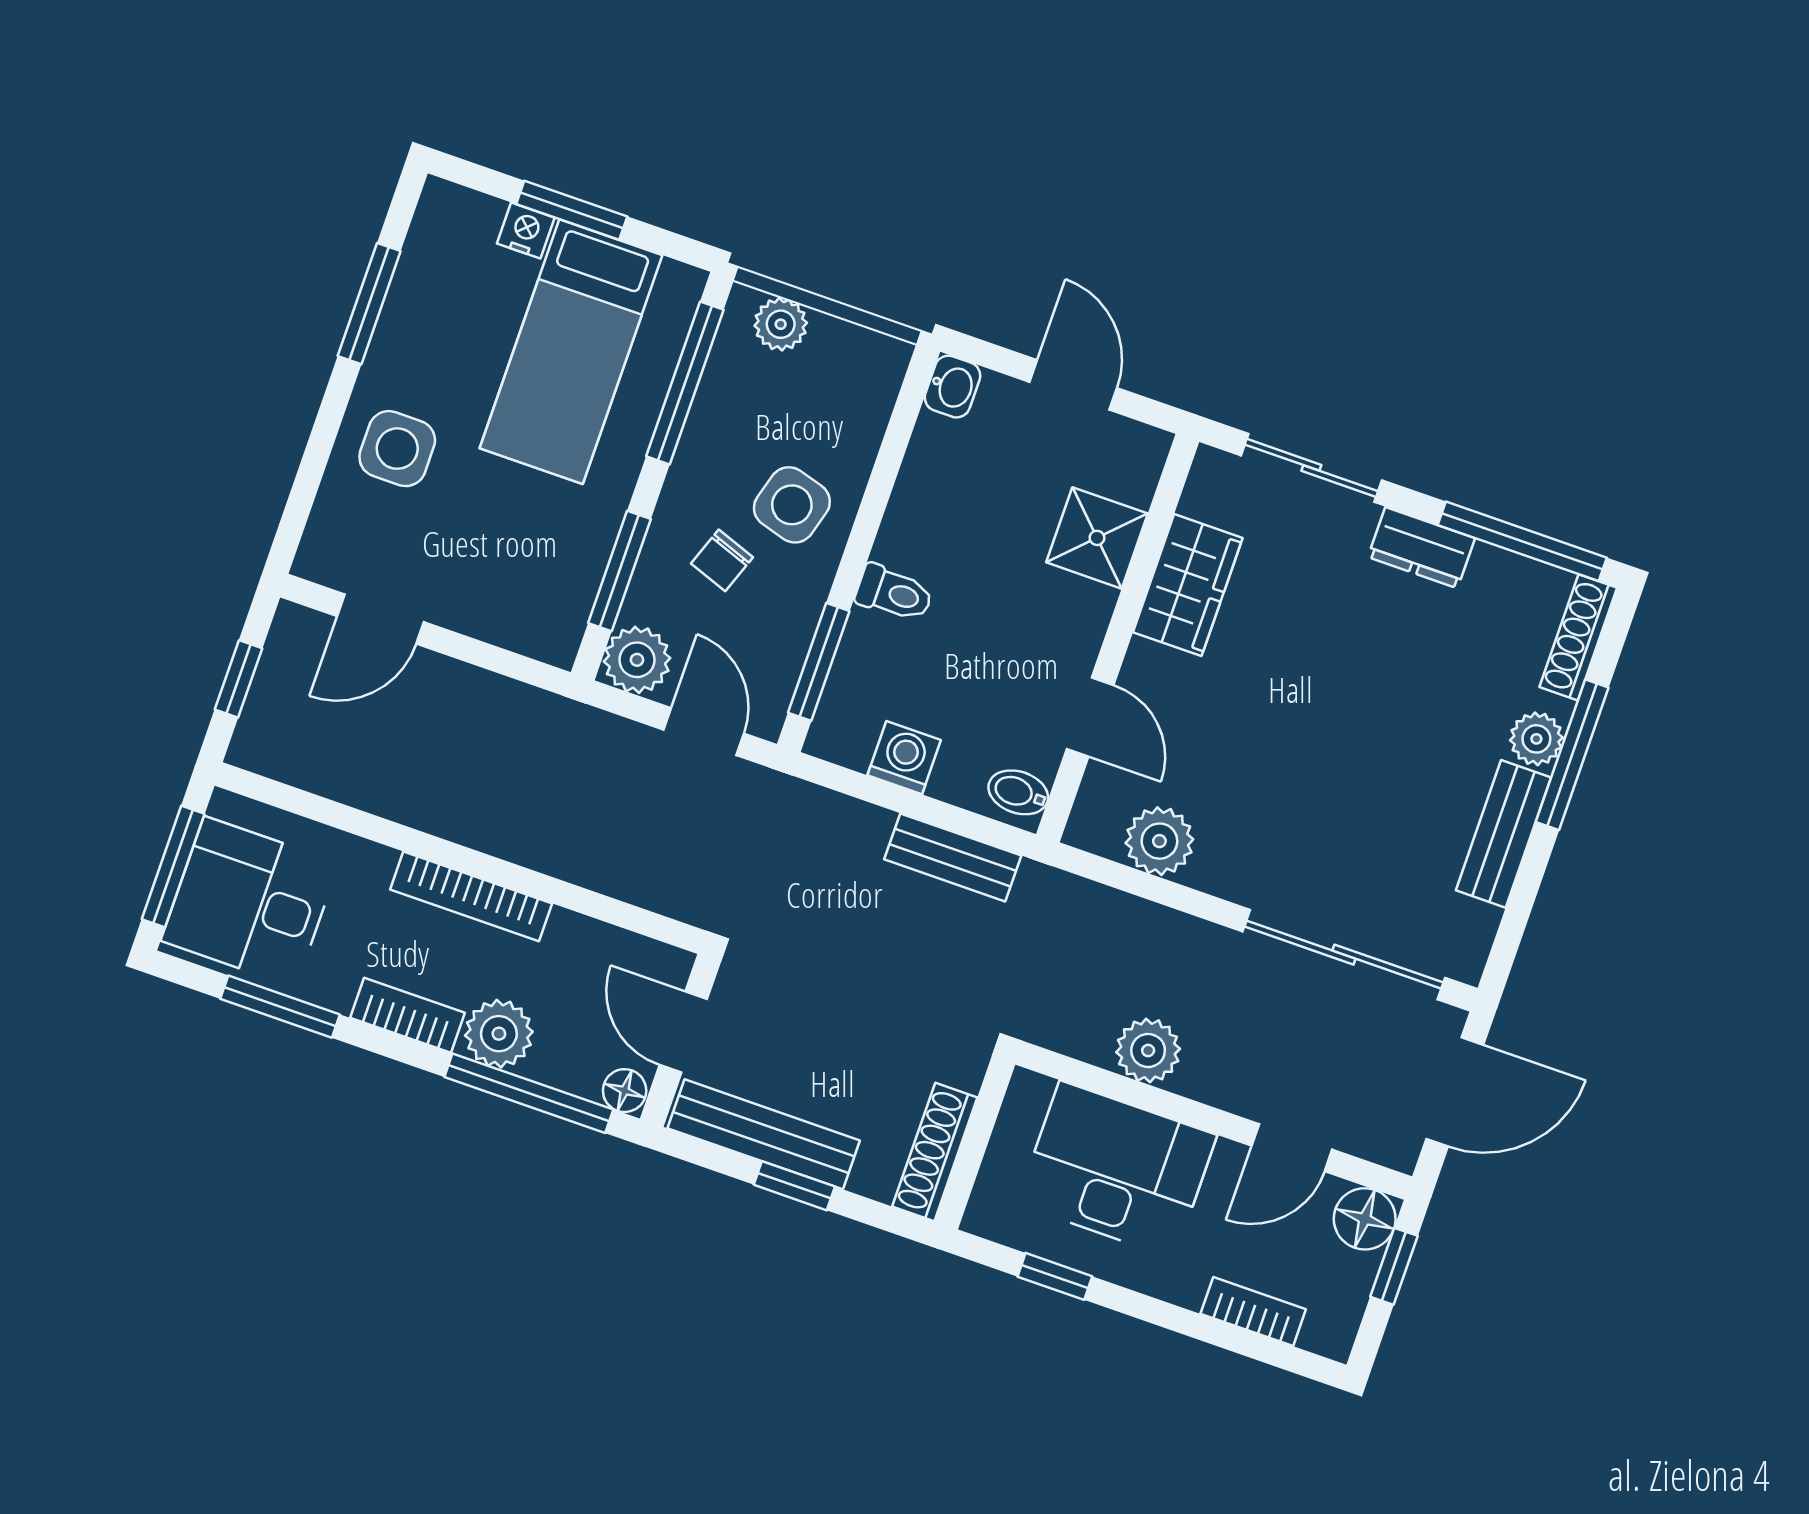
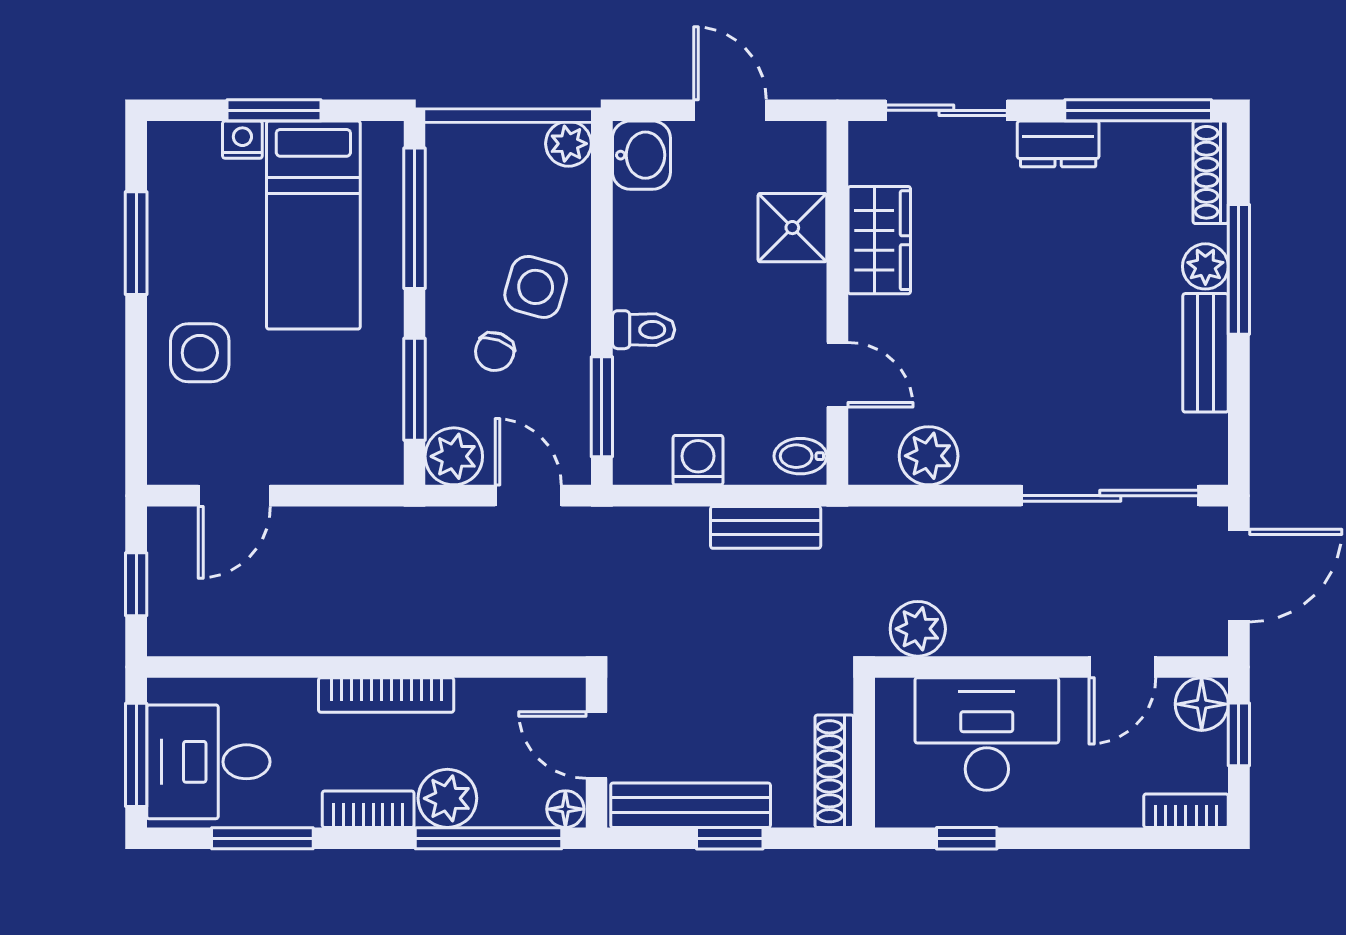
plant: (781, 324) -> (568, 144), moved
washbasin: (953, 387) -> (641, 155), width x1.38, depth x1.45
plant: (1148, 1050) -> (918, 629), moved
bookcase: (1253, 1311) -> (1186, 811), moved

